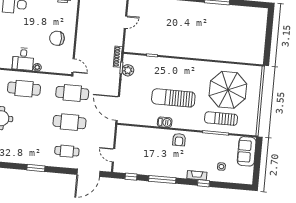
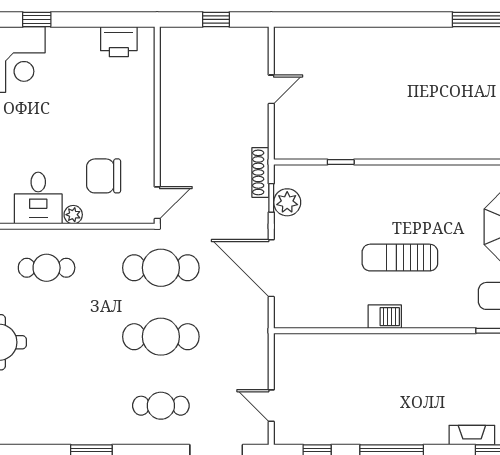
chair: (57, 38) -> (104, 176), moved
door: (73, 66) -> (157, 203), hinge flipped
cafe table: (24, 89) -> (47, 268), width x0.73, depth x0.74
sun lounger: (173, 98) -> (400, 258), width x0.73, depth x0.75
door: (118, 108) -> (271, 268), moved
armchair: (179, 140) -> (422, 355), removed

